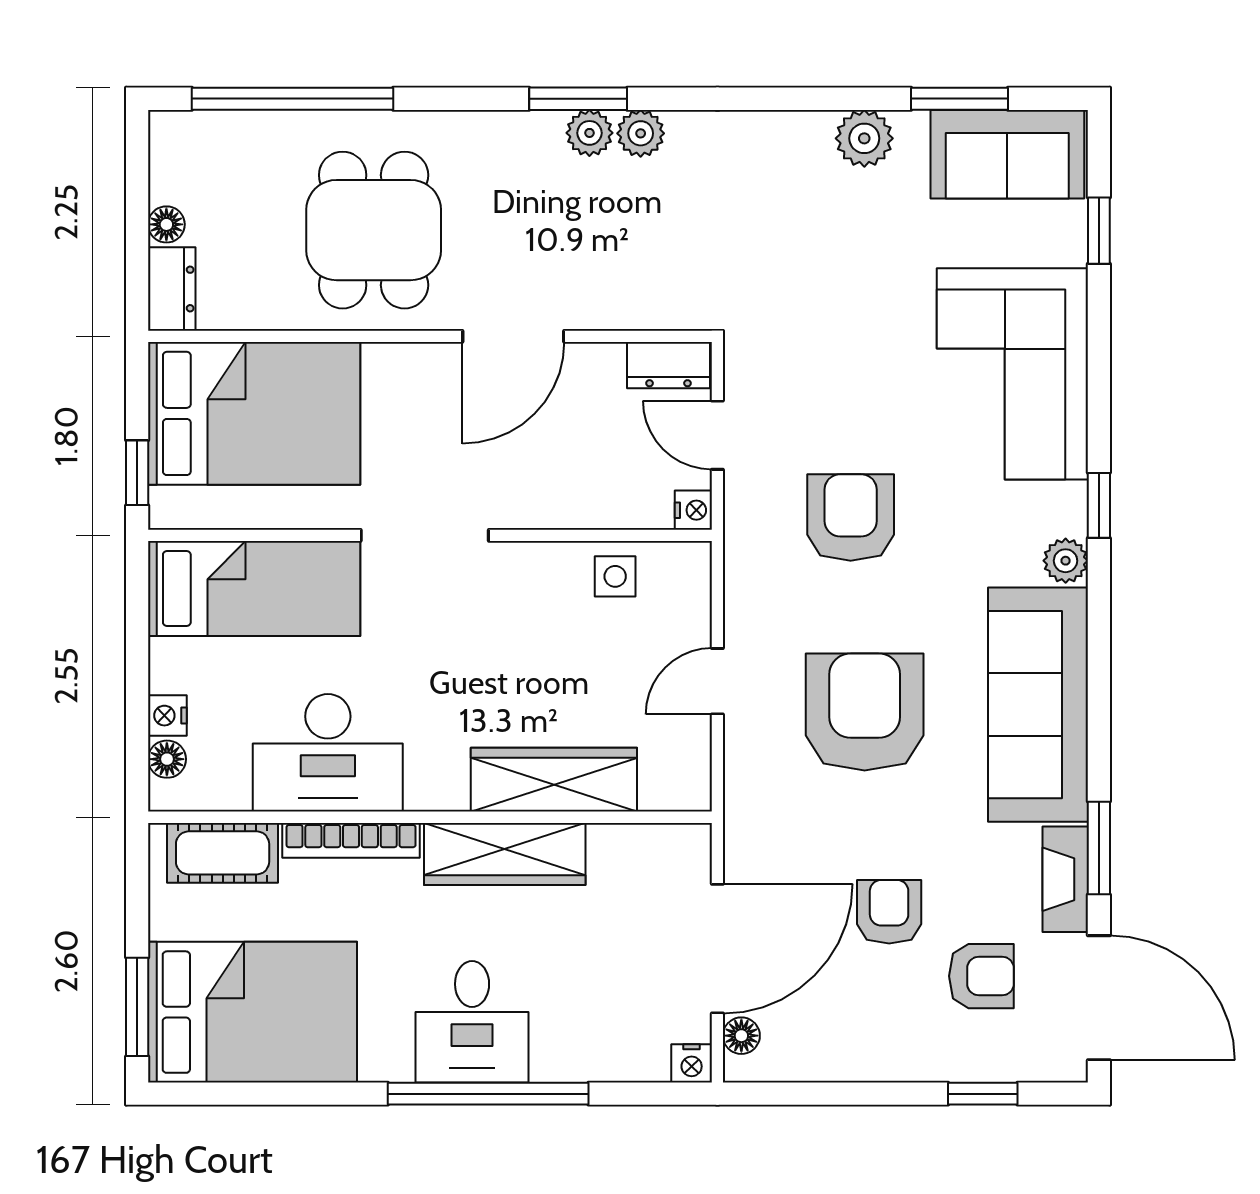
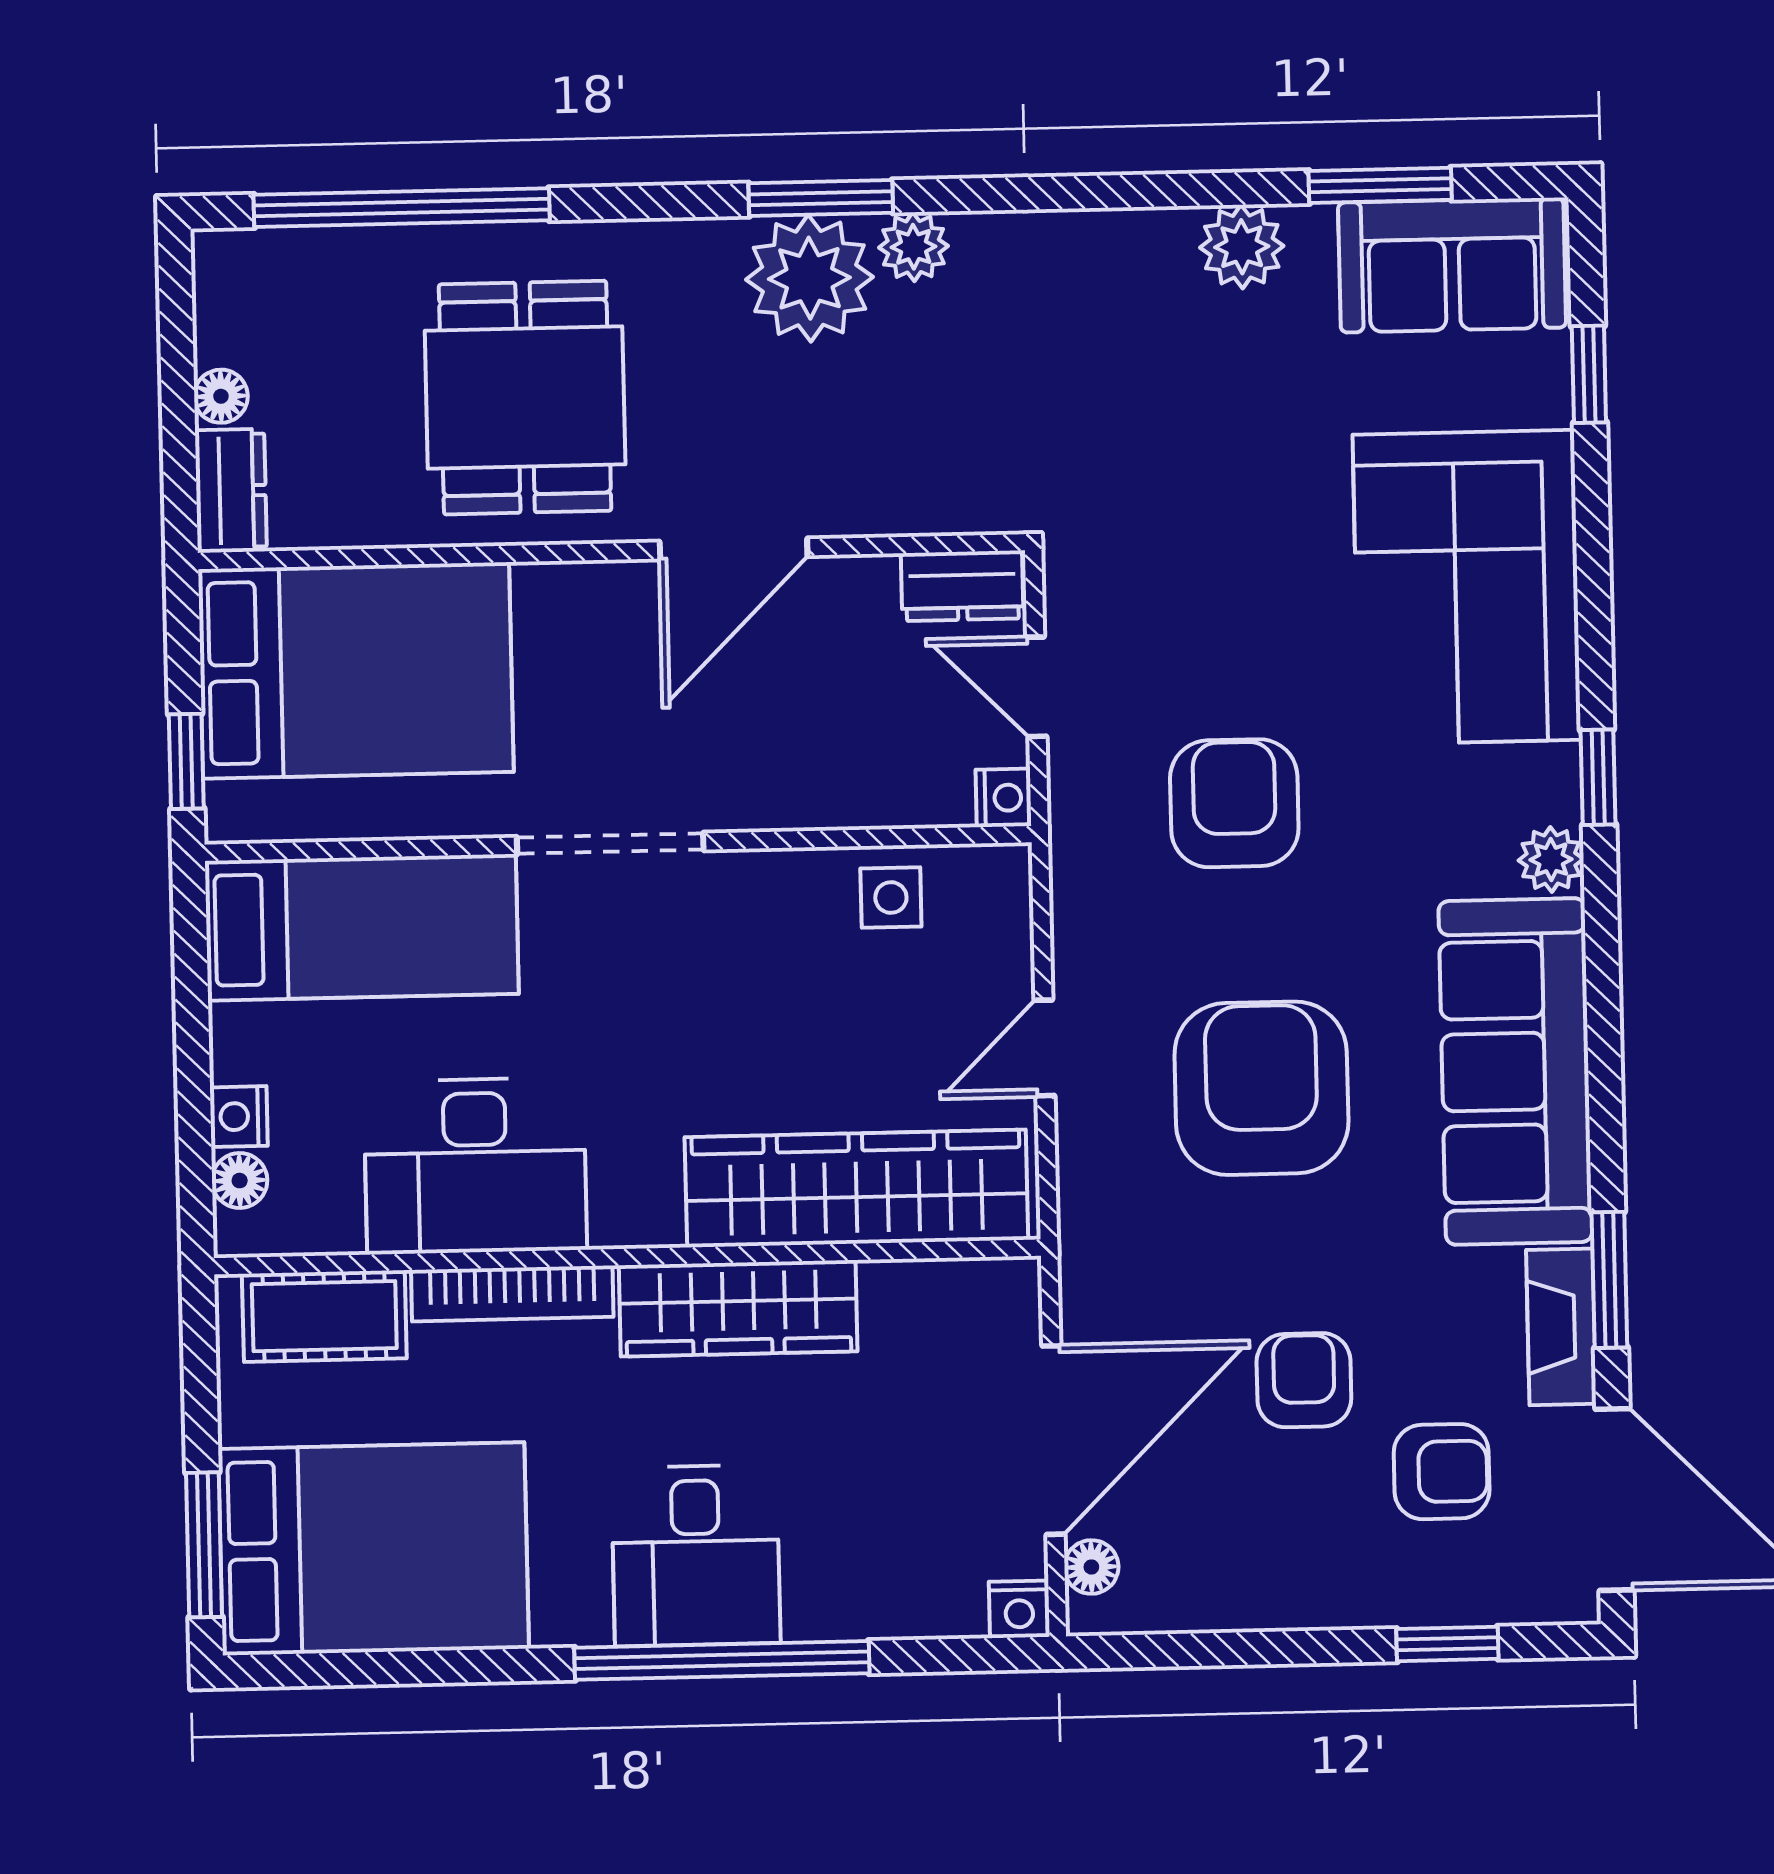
plant: (589, 133) -> (809, 278), width x1.88, depth x1.88
wardrobe: (554, 780) -> (856, 1188), width x1.40, depth x1.17

